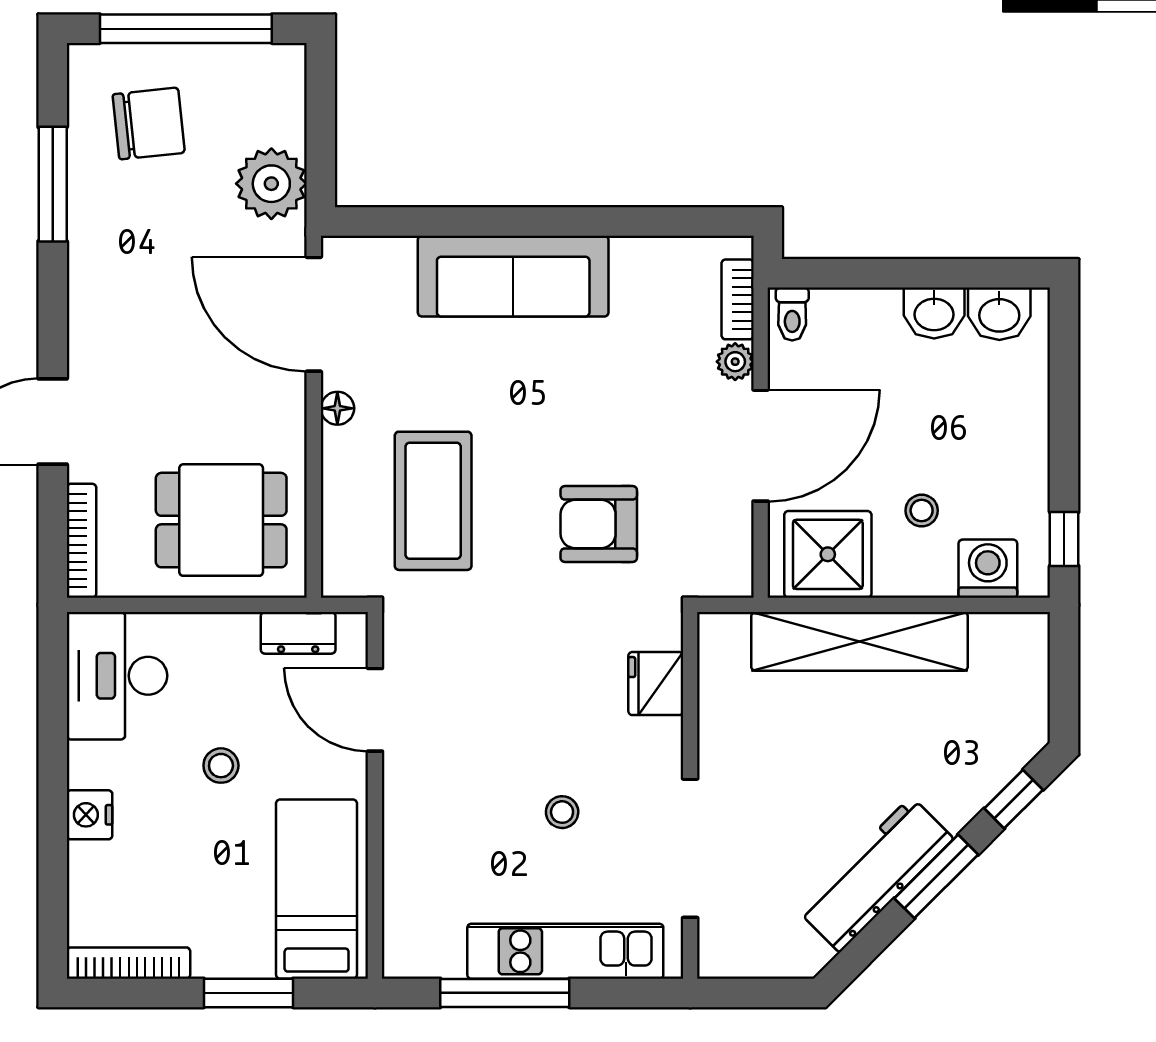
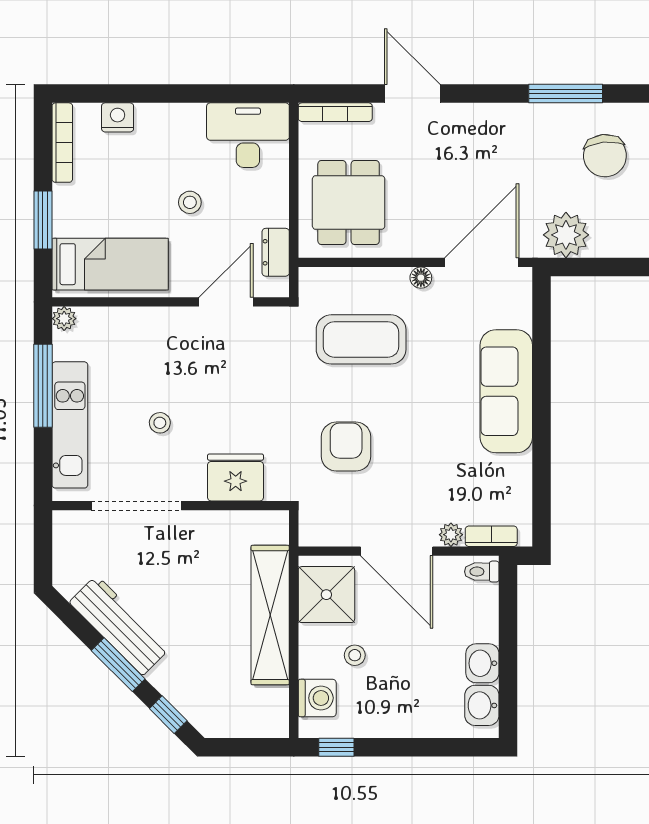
fridge: (656, 684) -> (236, 477), width x1.36, depth x1.34
nightstand: (90, 815) -> (118, 117), moved
plant: (401, 960) -> (64, 319), added

